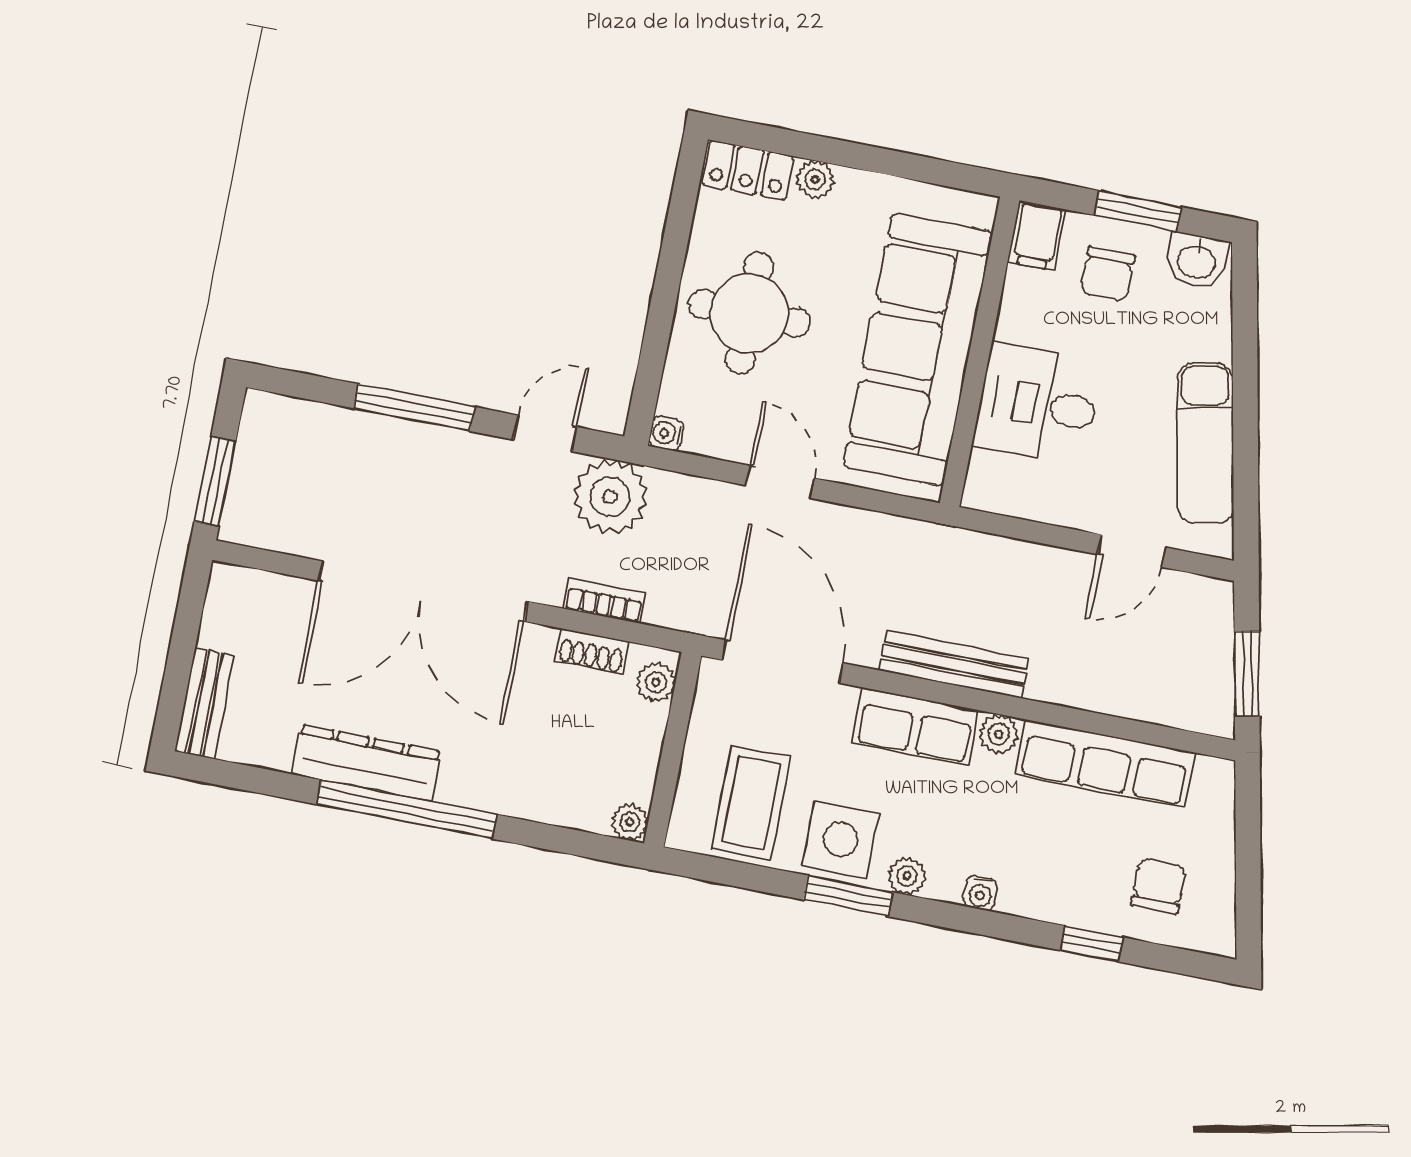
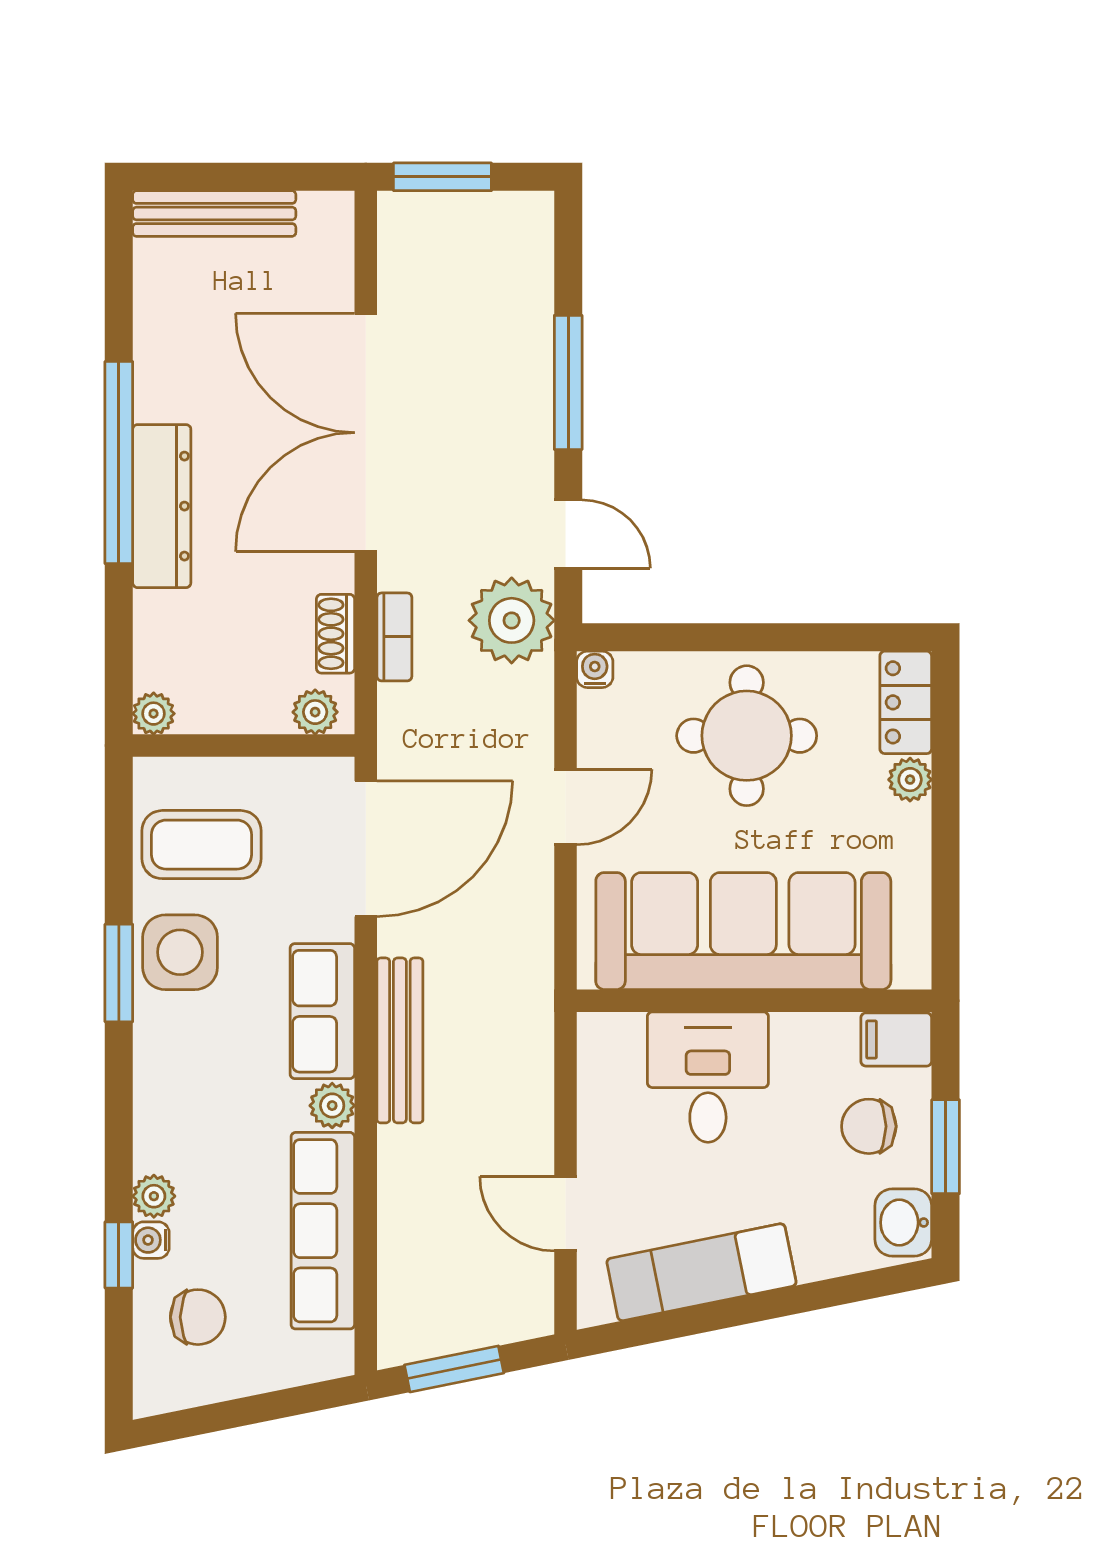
bench: (204, 704) -> (214, 214), width x1.36
dresser: (366, 763) -> (162, 506), moved
plant: (907, 876) -> (154, 1196), moved
water cooler: (980, 893) -> (151, 1240), moved

